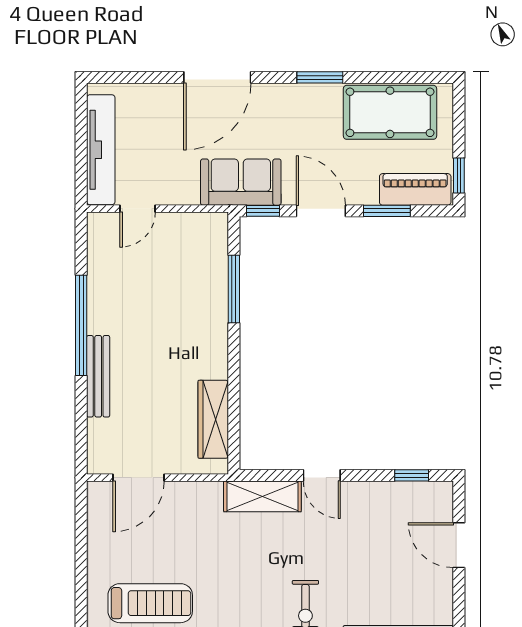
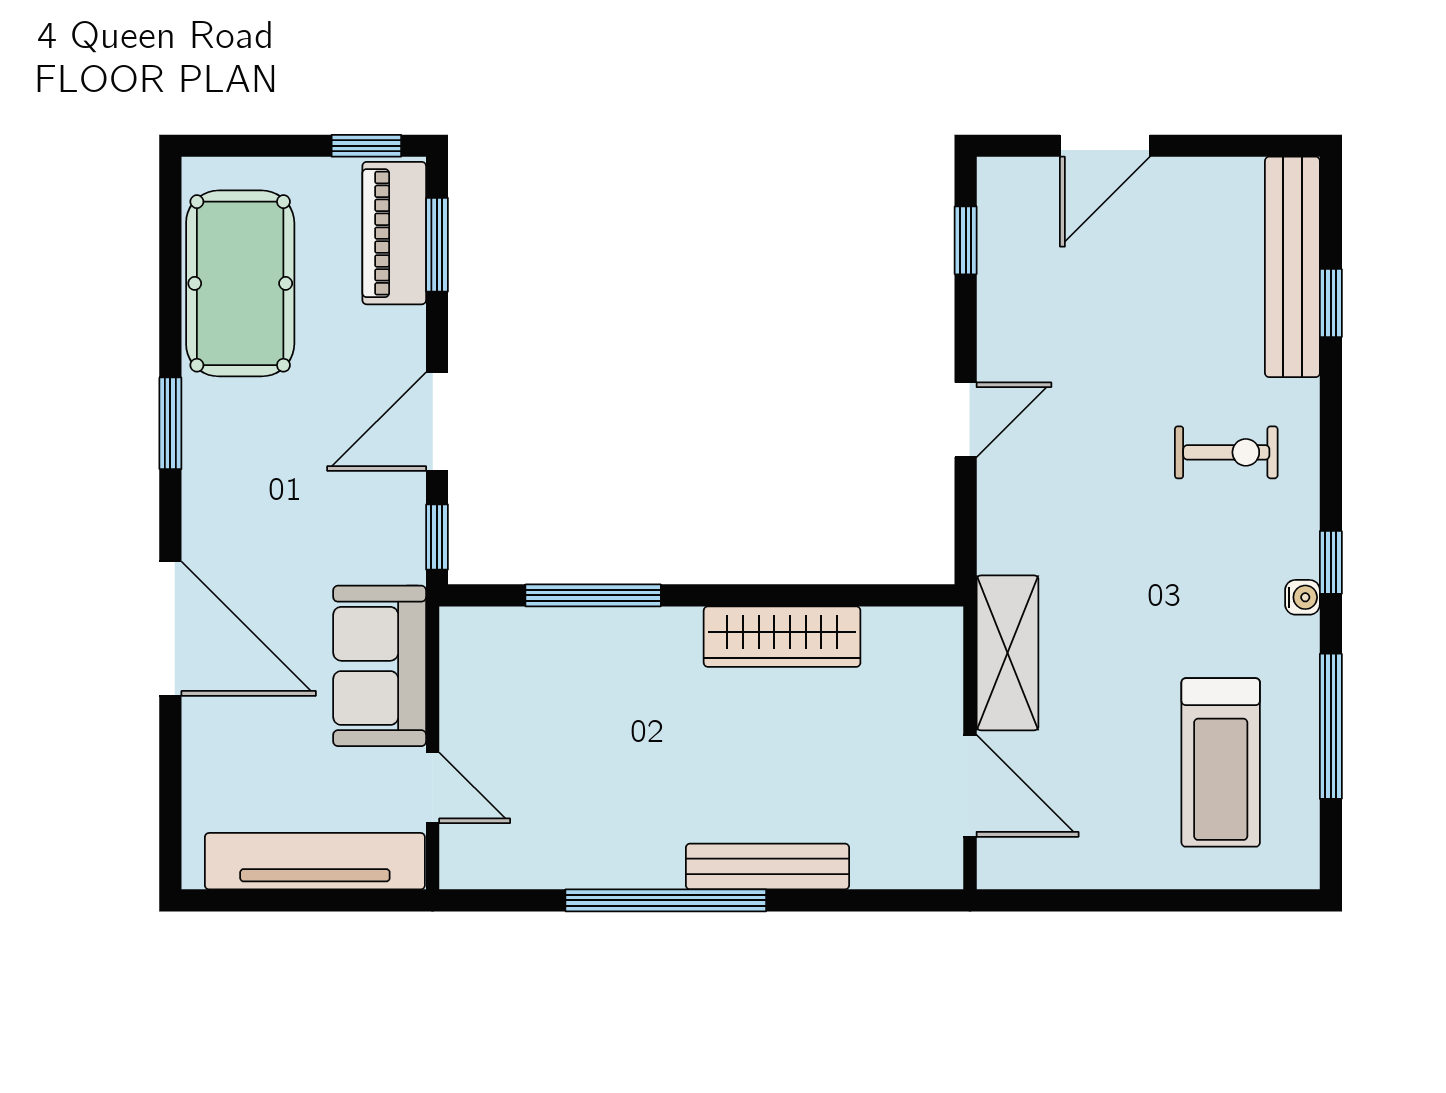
sofa: (241, 182) -> (380, 666), moved
window: (387, 211) -> (437, 245), moved
wardrobe: (213, 419) -> (782, 637), moved
shelving: (262, 496) -> (1008, 653), moved
treadmill: (150, 603) -> (1221, 762), turned 180

